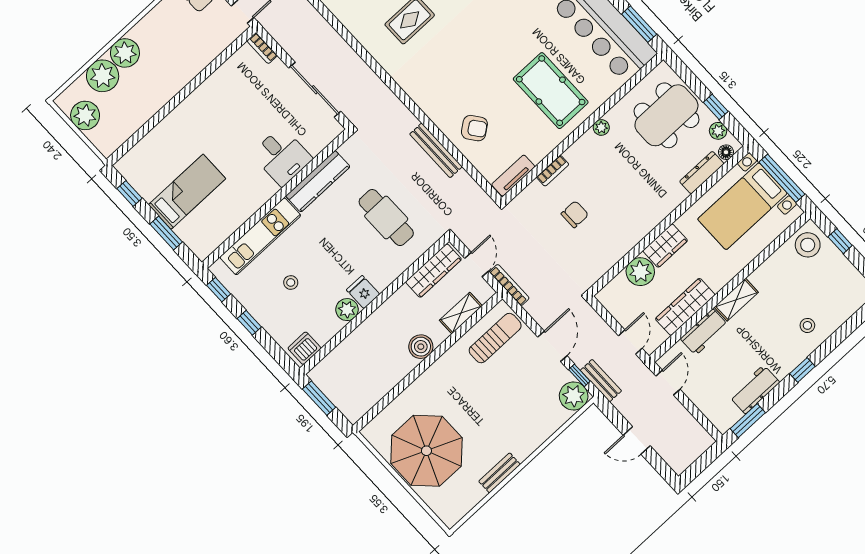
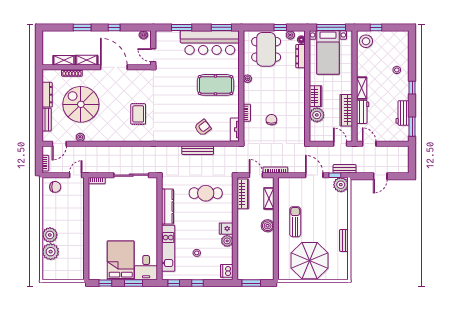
plant: (85, 115) -> (60, 272), removed
desk: (282, 156) -> (146, 268), moved, turned 90
bed: (187, 192) -> (121, 260), width x1.50
sun lounger: (495, 338) -> (295, 222), moved

